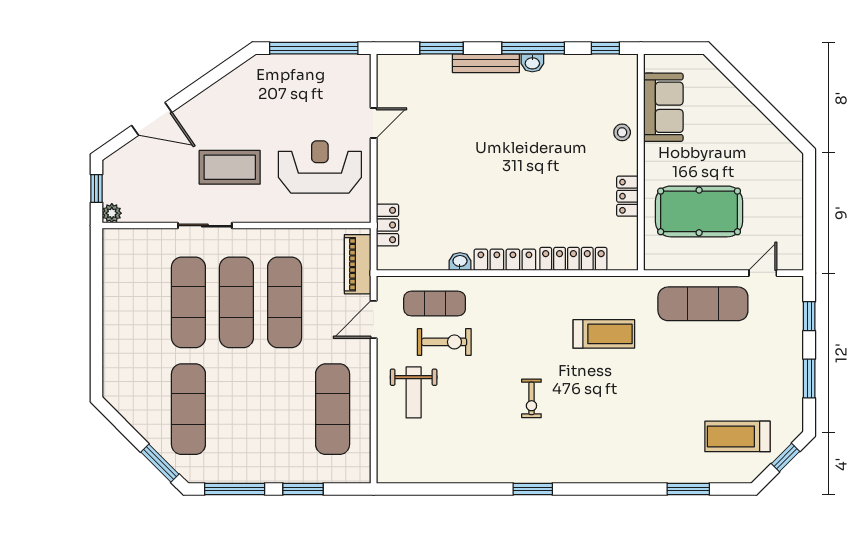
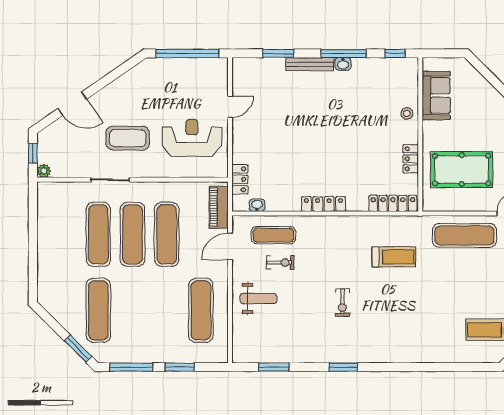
locker: (573, 259) -> (393, 203), moved
washbasin: (460, 262) -> (257, 205), moved
exercise bike: (444, 342) -> (280, 263), width x0.73, depth x0.72
weight bench: (414, 392) -> (258, 298), turned -90
window: (688, 489) -> (274, 367), moved

